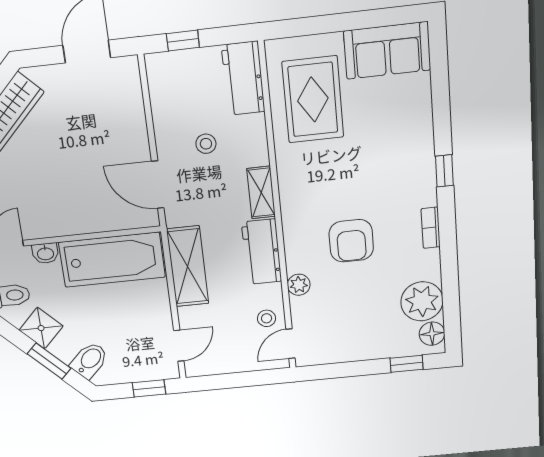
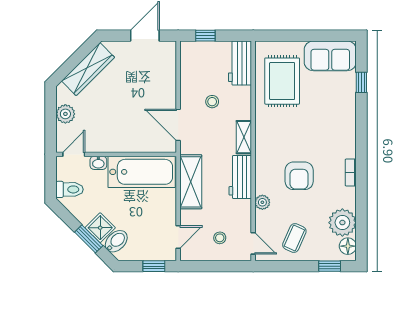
window: (444, 171) -> (361, 82), moved
stool: (267, 318) -> (220, 238), moved
shower: (41, 328) -> (100, 228), moved
coffee table: (351, 330) -> (294, 238), added
door: (290, 344) -> (253, 243), swing flipped

